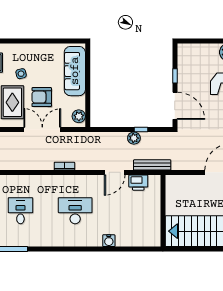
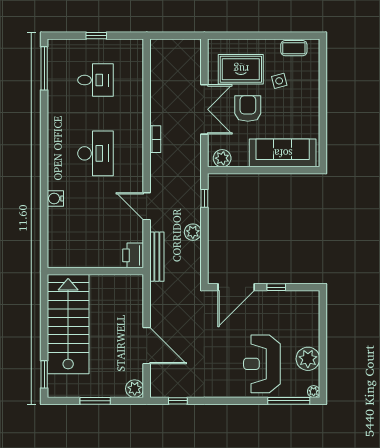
window: (141, 129) -> (204, 198), moved
printer: (138, 183) -> (133, 255), moved

